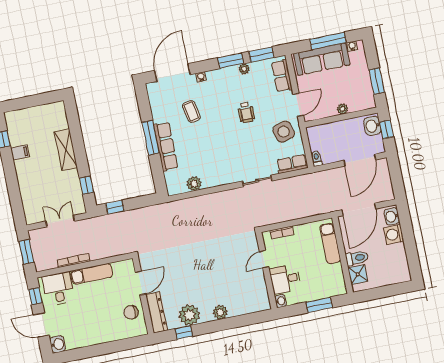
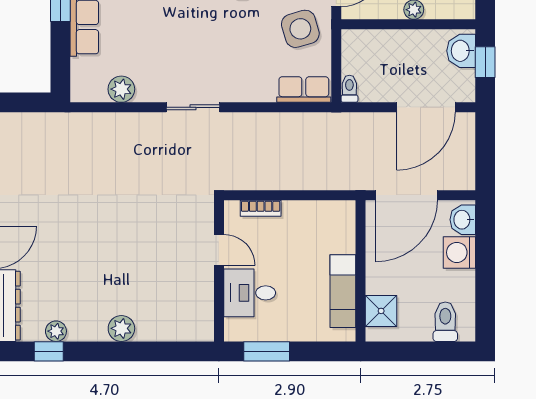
sliding door: (257, 181) -> (193, 107), moved
exam couch: (330, 243) -> (343, 291), moved
toilet: (357, 258) -> (445, 322), moved, turned -90
door: (264, 259) -> (219, 250), swing flipped
washbasin: (280, 301) -> (233, 330), removed
window: (319, 305) -> (267, 351), moved
plant: (189, 315) -> (56, 331), width x0.53, depth x0.53

